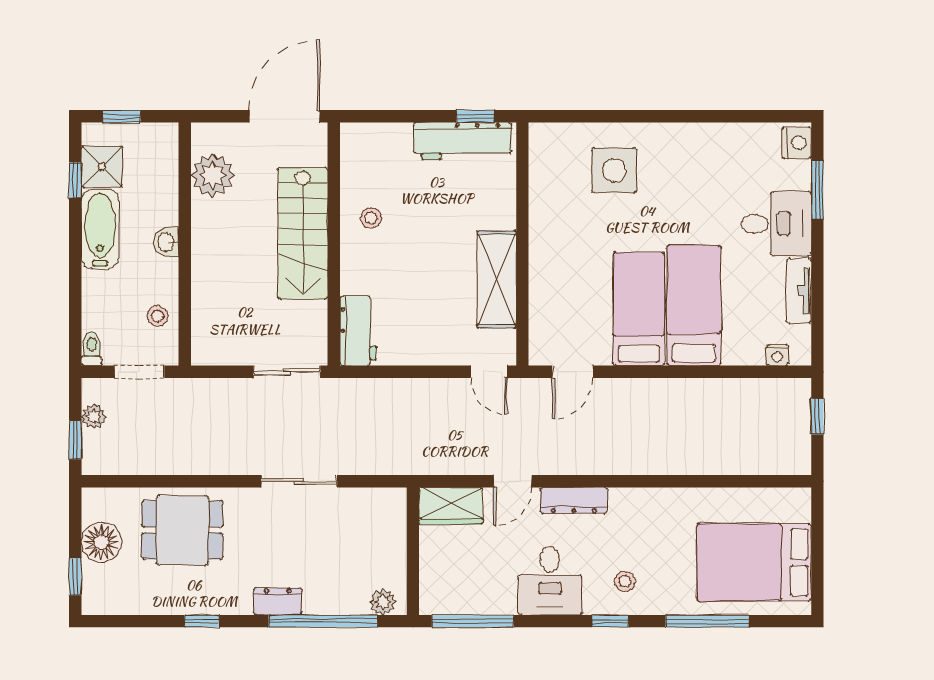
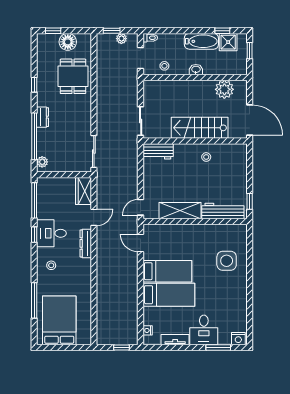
workbench: (463, 141) -> (223, 211), moved, turned 90
sliding door: (299, 481) -> (94, 152), moved
door: (513, 481) -> (94, 217), swing flipped
window: (610, 621) -> (34, 235), moved

